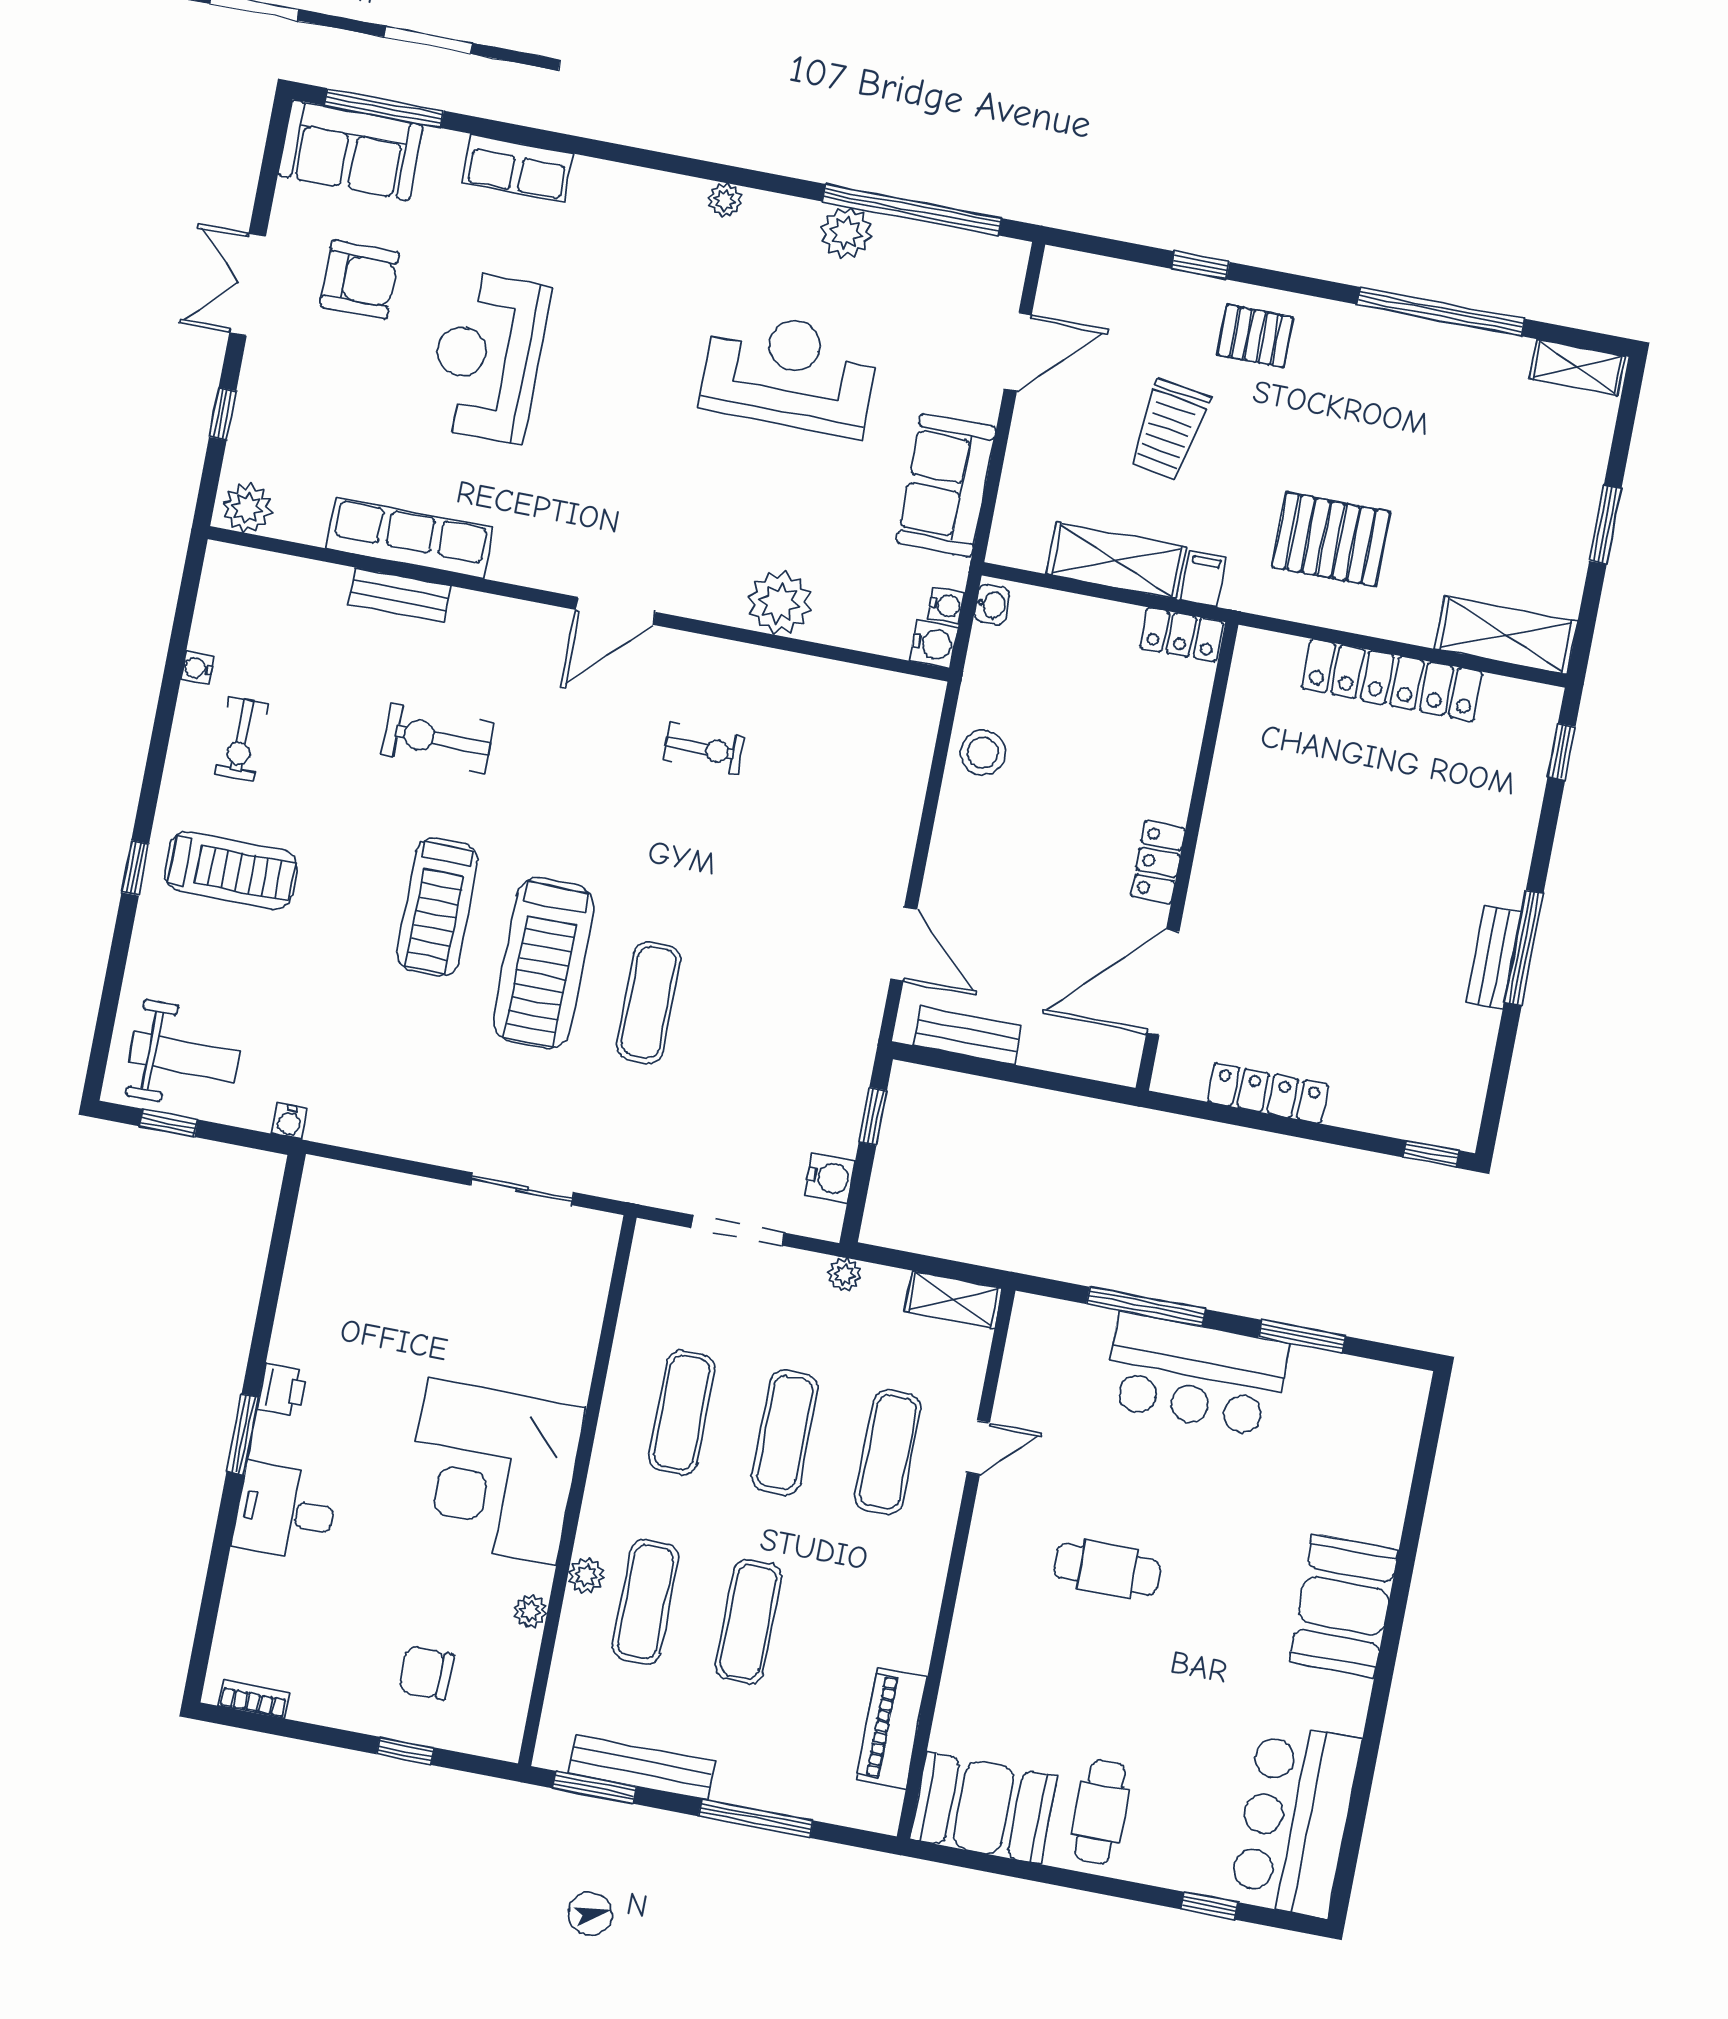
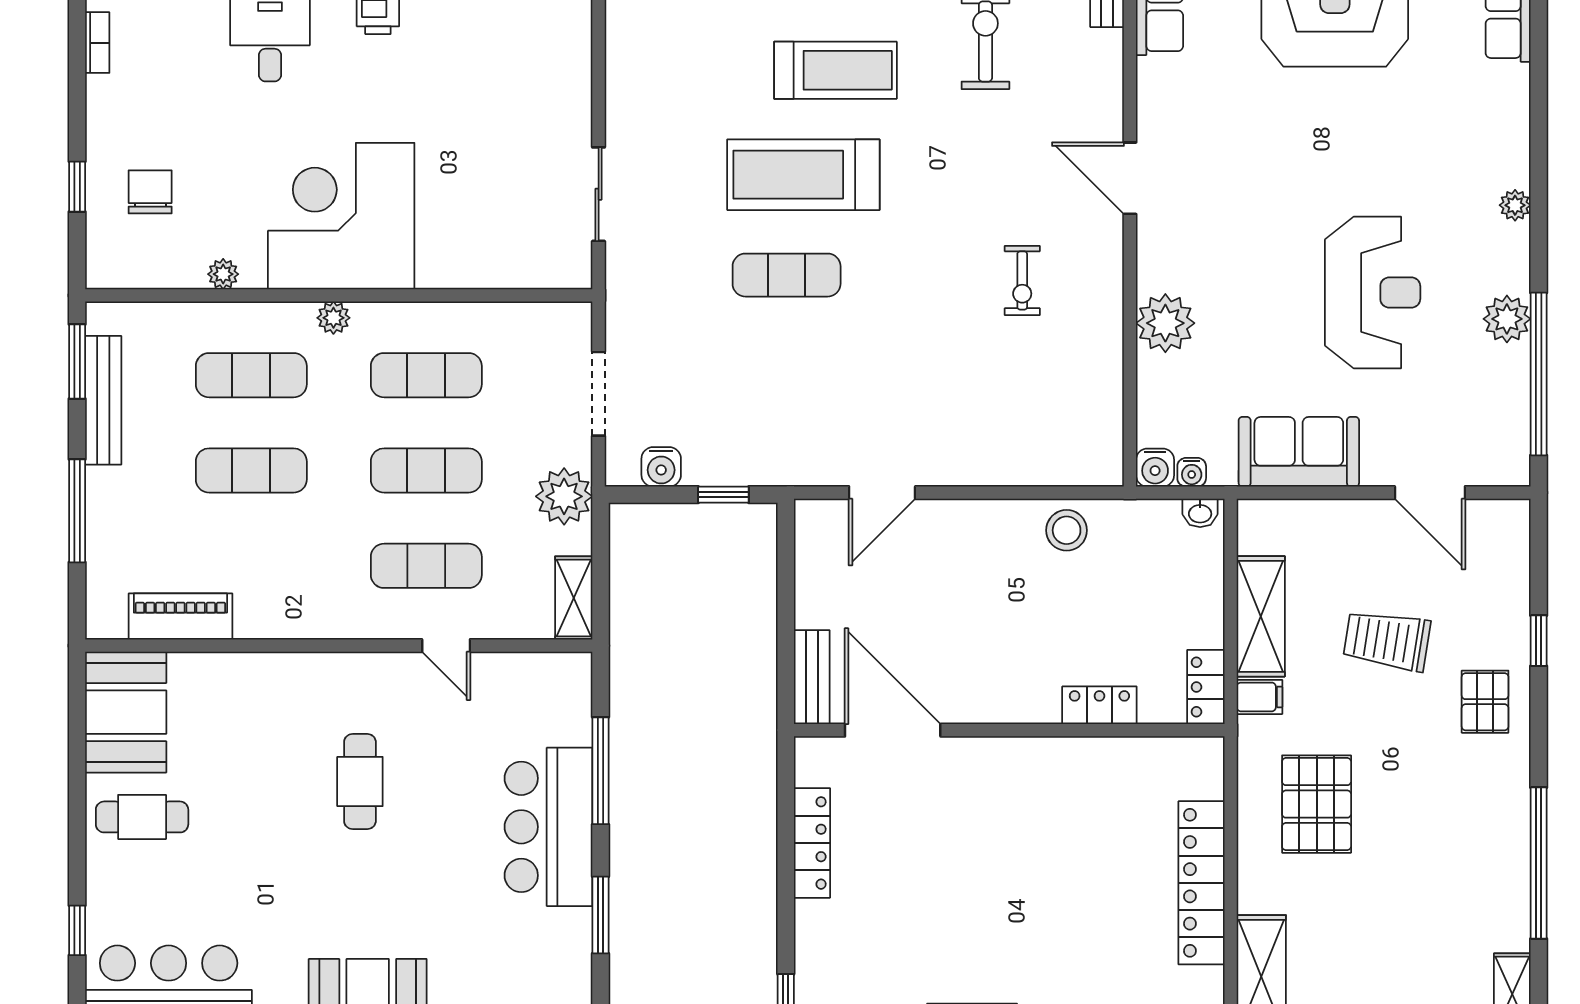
locker: (1158, 862) -> (1099, 705), moved
treadmill: (437, 907) -> (835, 70), turned 180
bench: (967, 1035) -> (812, 677), moved
plant: (844, 1275) -> (564, 496), width x1.87, depth x1.87
plant: (586, 1575) -> (333, 318), moved

